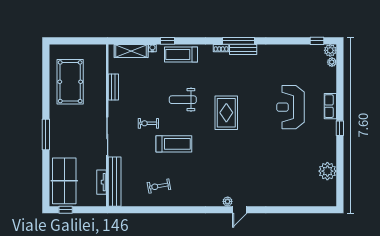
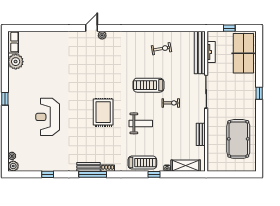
window: (317, 41) -> (48, 174), moved
row of seats: (330, 106) -> (13, 42), moved
reception desk: (290, 107) -> (48, 117), turned 180
window: (46, 134) -> (259, 93), width x0.46
window: (66, 210) -> (229, 28), moved

